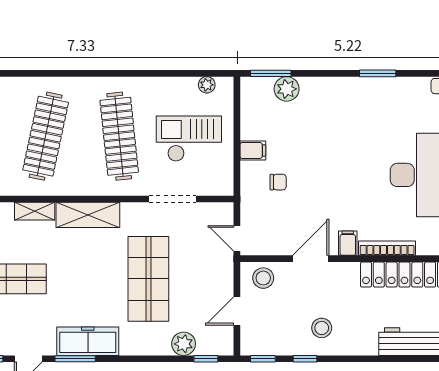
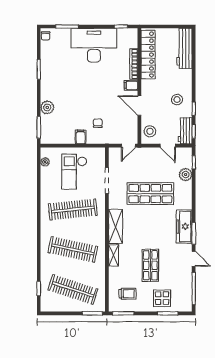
plant: (287, 89) -> (47, 107), moved
workbench: (264, 343) -> (185, 131), added

